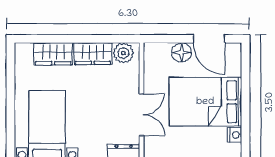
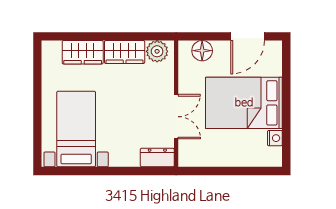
door: (209, 39) -> (248, 36), hinge flipped
floor lamp: (182, 52) -> (202, 51), moved

